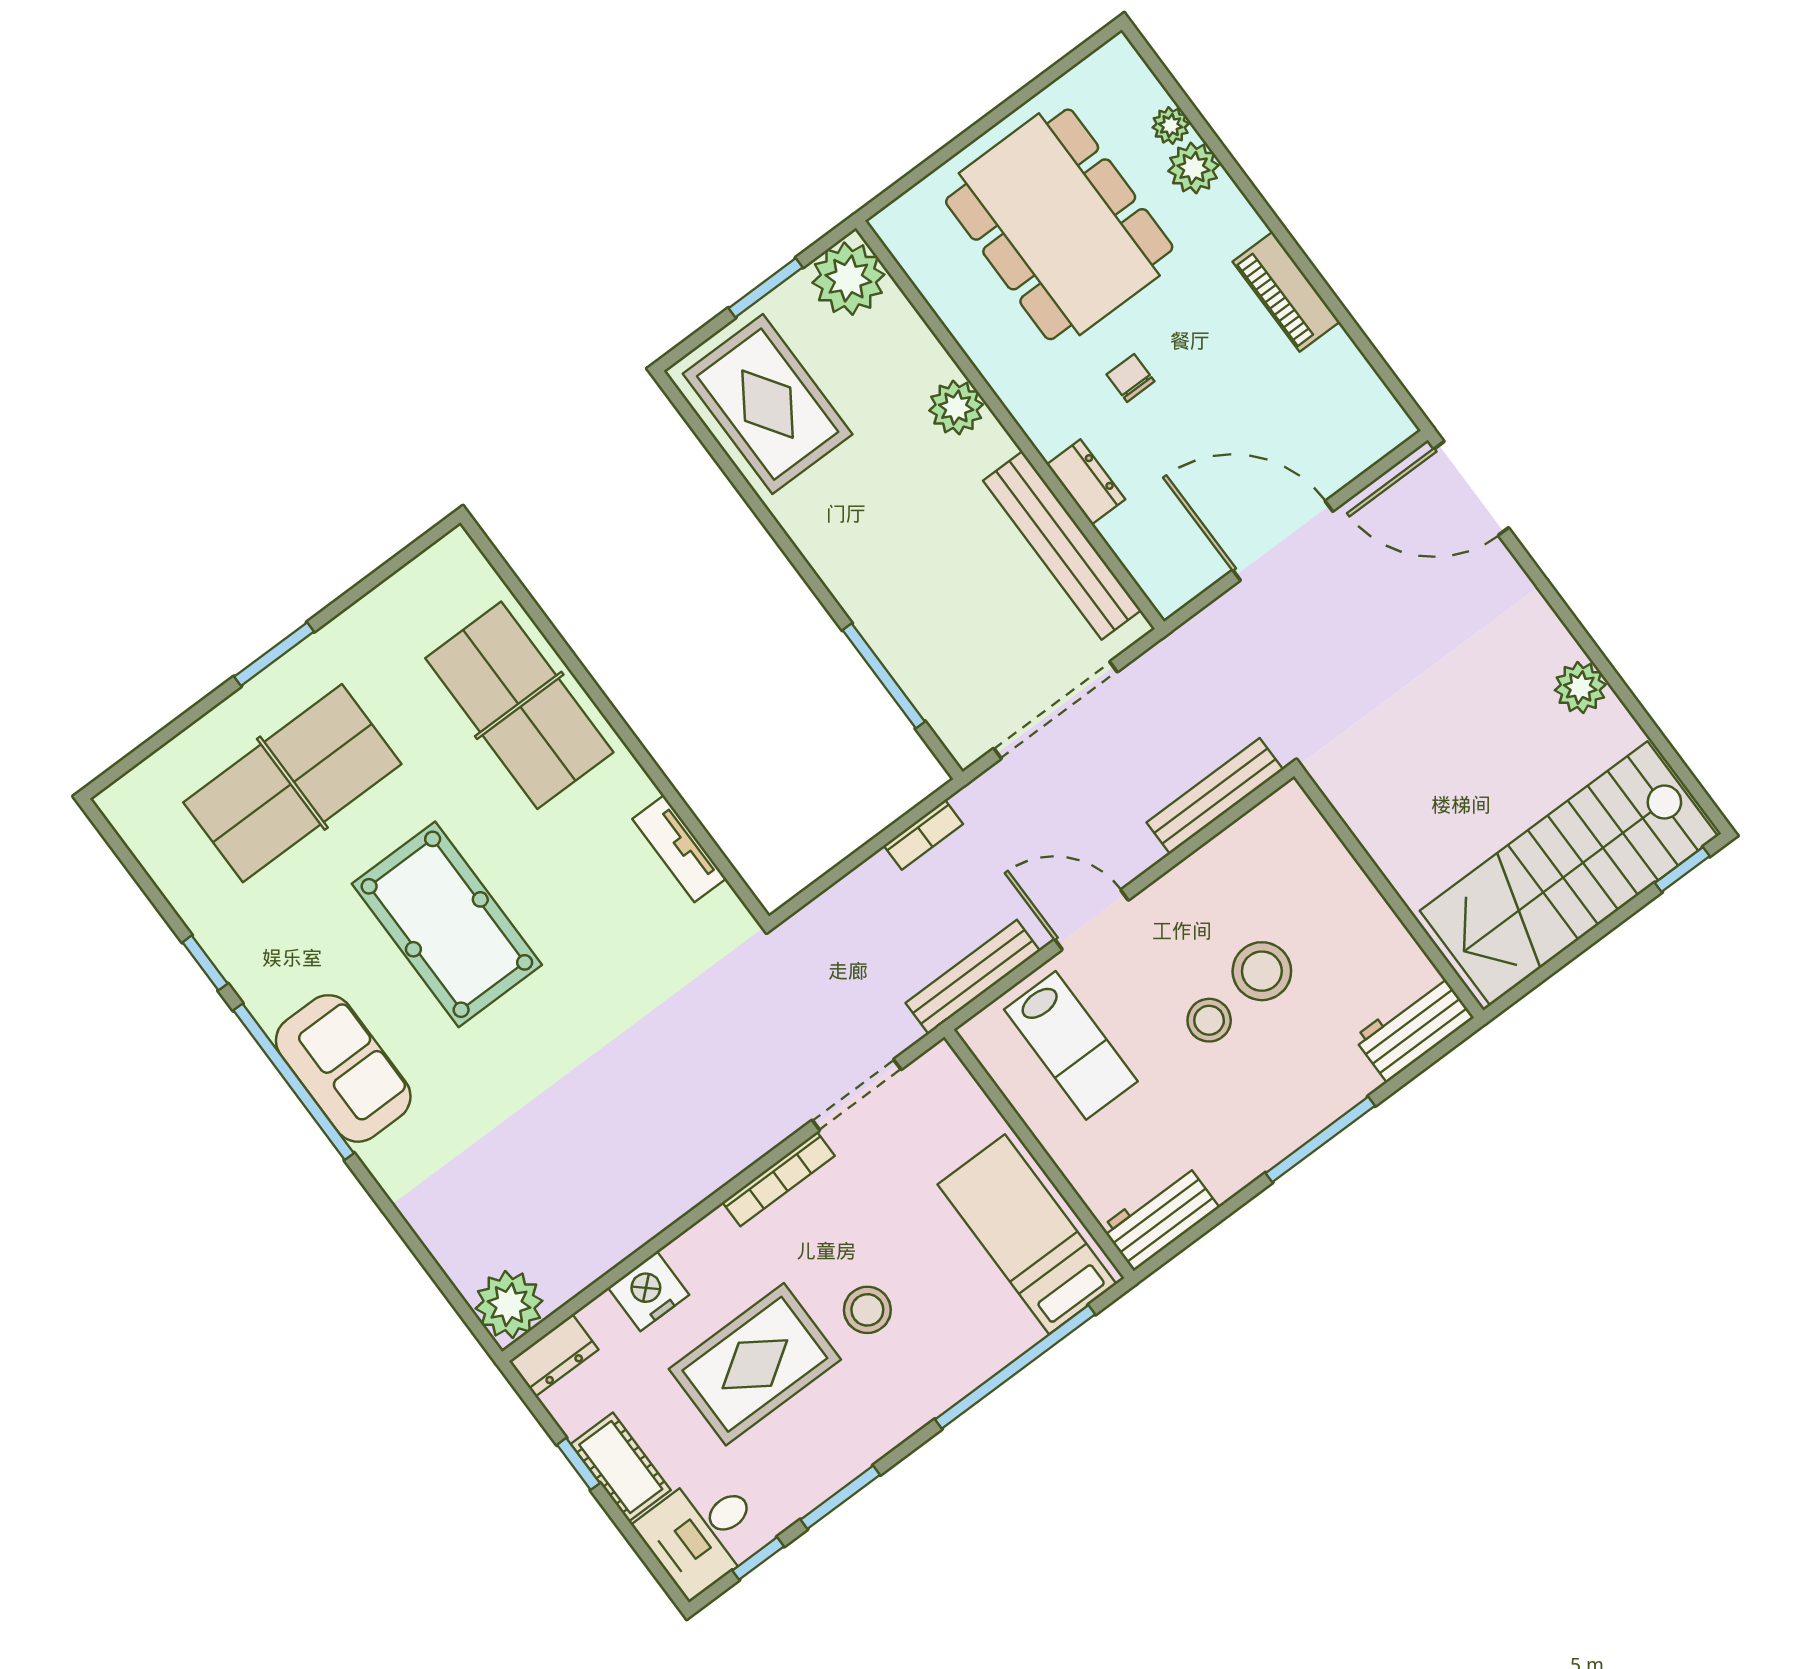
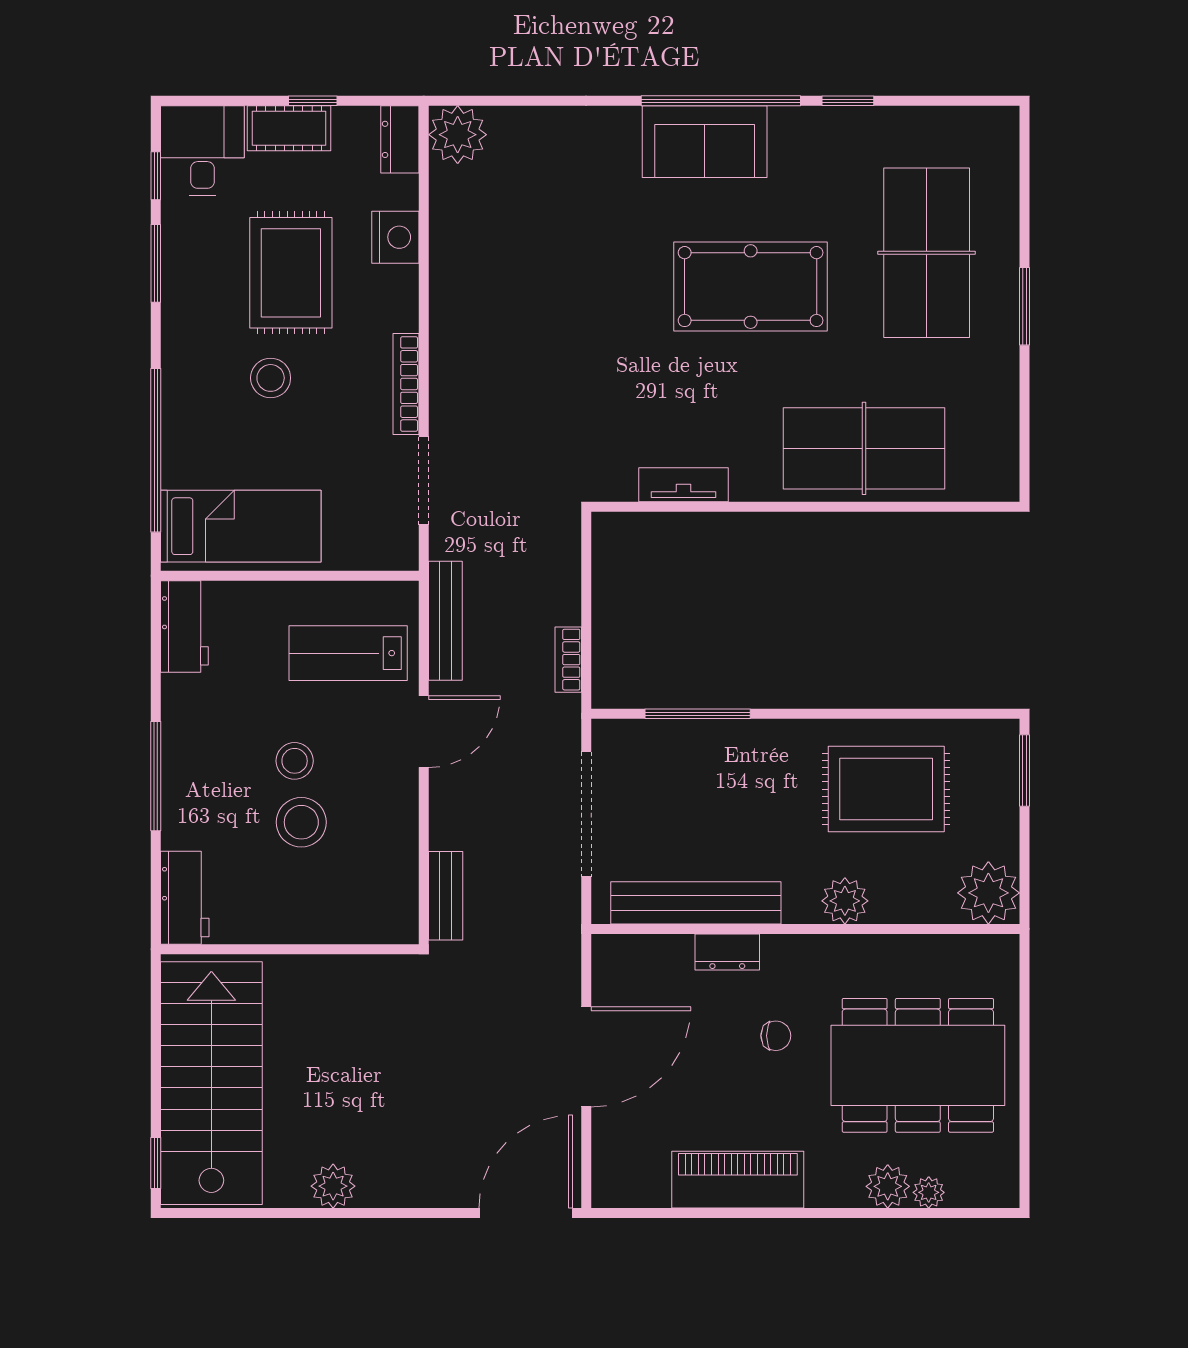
window: (766, 288) -> (1025, 770), moved
piano: (1286, 292) -> (738, 1180), width x1.37, depth x1.33
rug: (768, 404) -> (886, 789), moved
bench: (1215, 796) -> (446, 896), width x0.73

